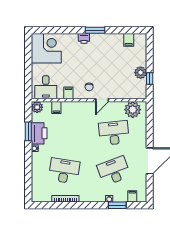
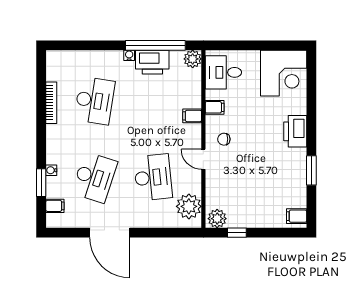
window: (95, 30) -> (311, 170), moved
printer: (84, 38) -> (295, 131), width x1.87, depth x1.48
filing cabinet: (129, 40) -> (297, 216), moved
plant: (141, 73) -> (217, 219), moved
filing cabinet: (56, 108) -> (192, 116), moved
window: (28, 131) -> (155, 45), width x2.11
desk: (114, 171) -> (94, 177), turned 39

